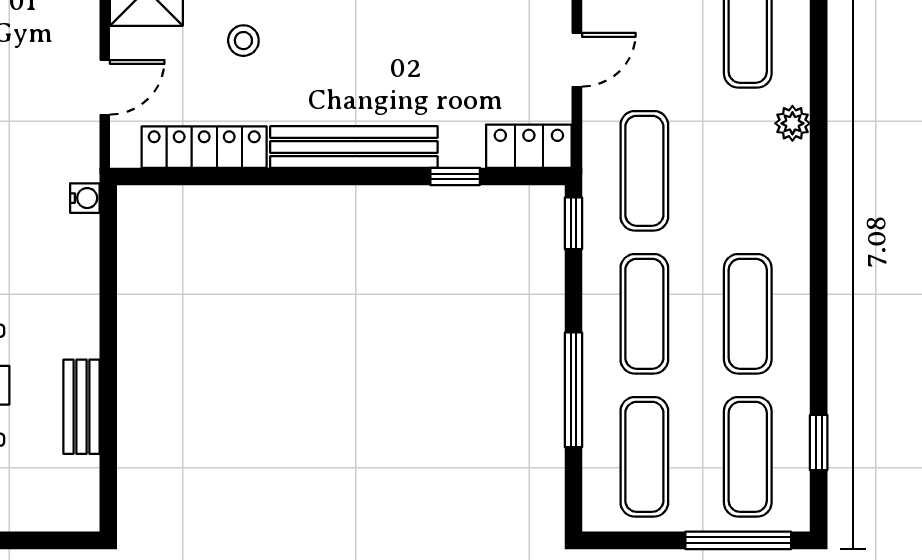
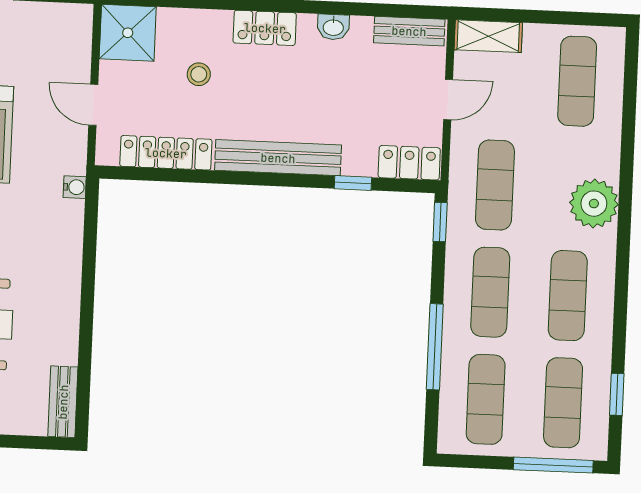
door: (105, 87) -> (93, 105), swing flipped
plant: (792, 123) -> (594, 204), moved, width x1.87, depth x1.87
bench: (82, 407) -> (63, 402), moved

